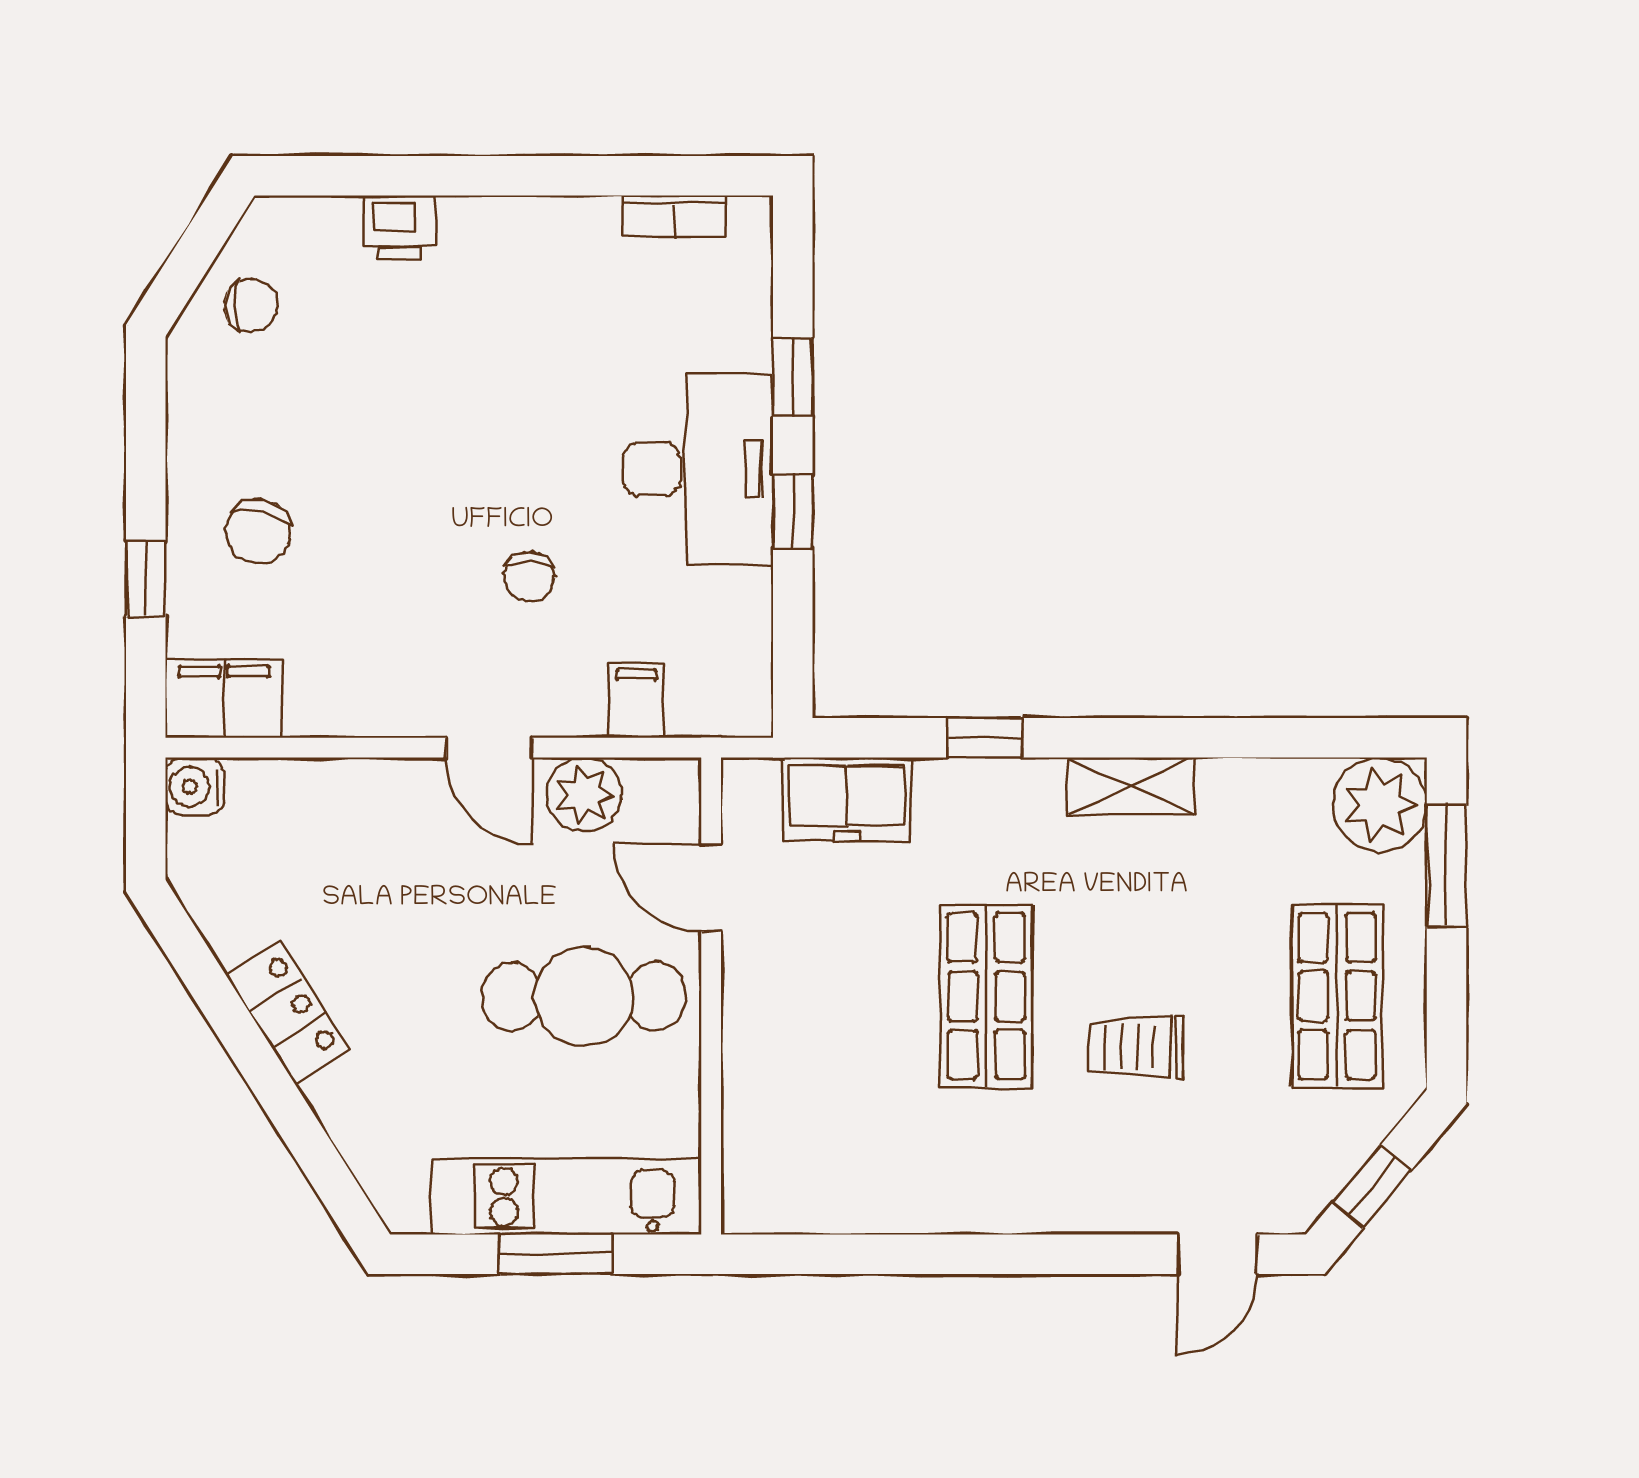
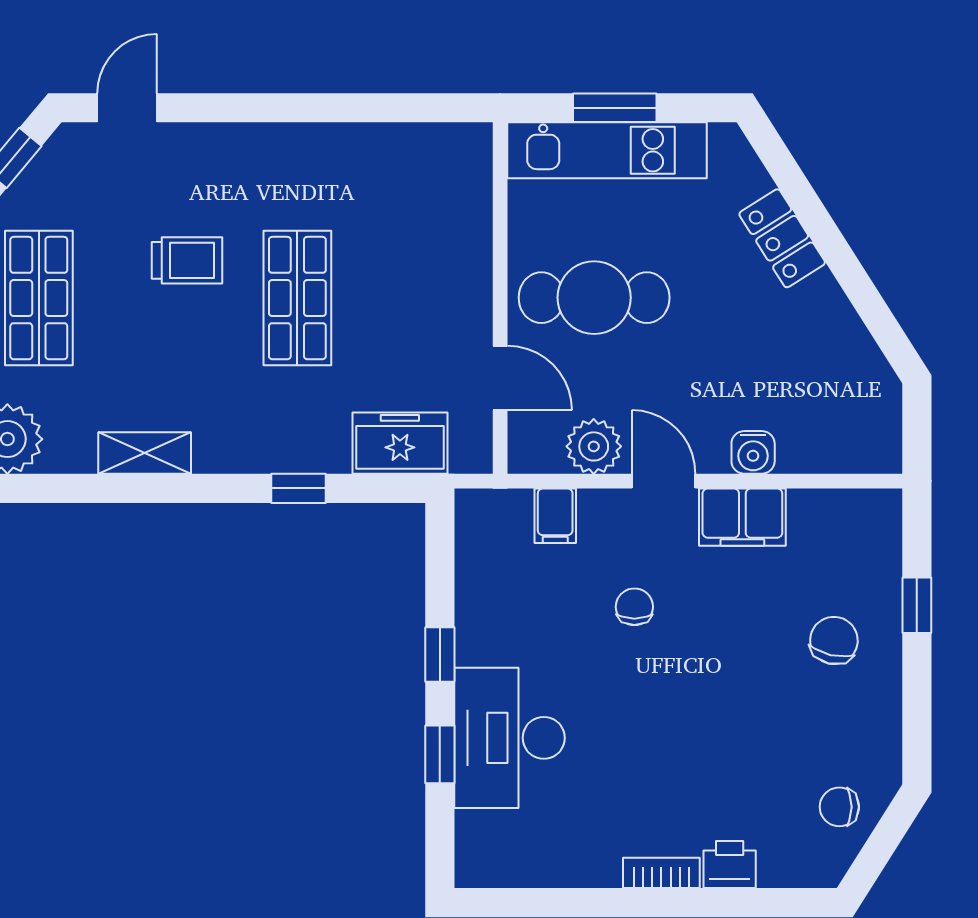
bookcase: (674, 216) -> (661, 873), moved
desk: (698, 469) -> (510, 738), moved
filing cabinet: (224, 699) -> (742, 517), moved
shelving: (1131, 786) -> (145, 453), moved
water cooler: (194, 787) -> (753, 452), moved, turned 90
locker: (288, 1012) -> (782, 238), moved

